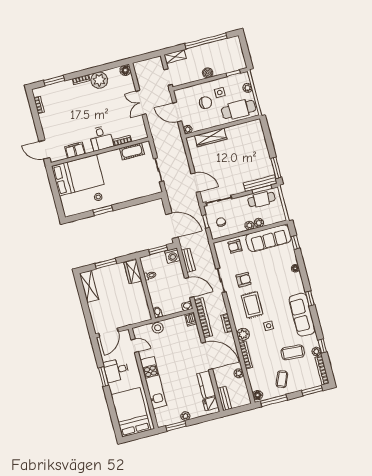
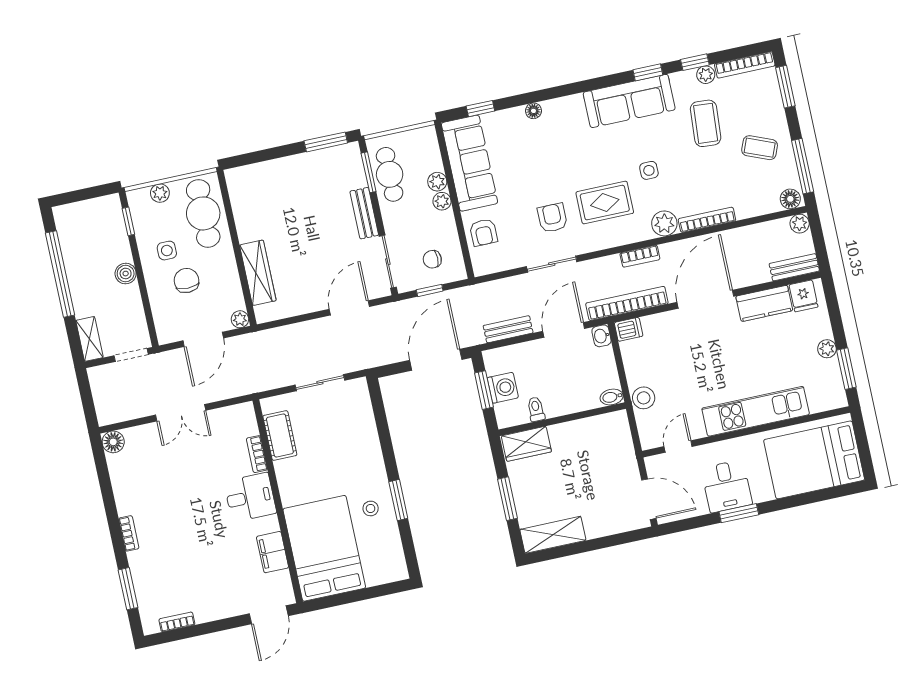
plant: (99, 80) -> (131, 496), removed
bench: (260, 183) -> (364, 213), moved, width x0.73
washing machine: (173, 256) -> (503, 388), moved
window: (310, 298) -> (648, 72), moved
plant: (239, 373) -> (800, 224), moved

